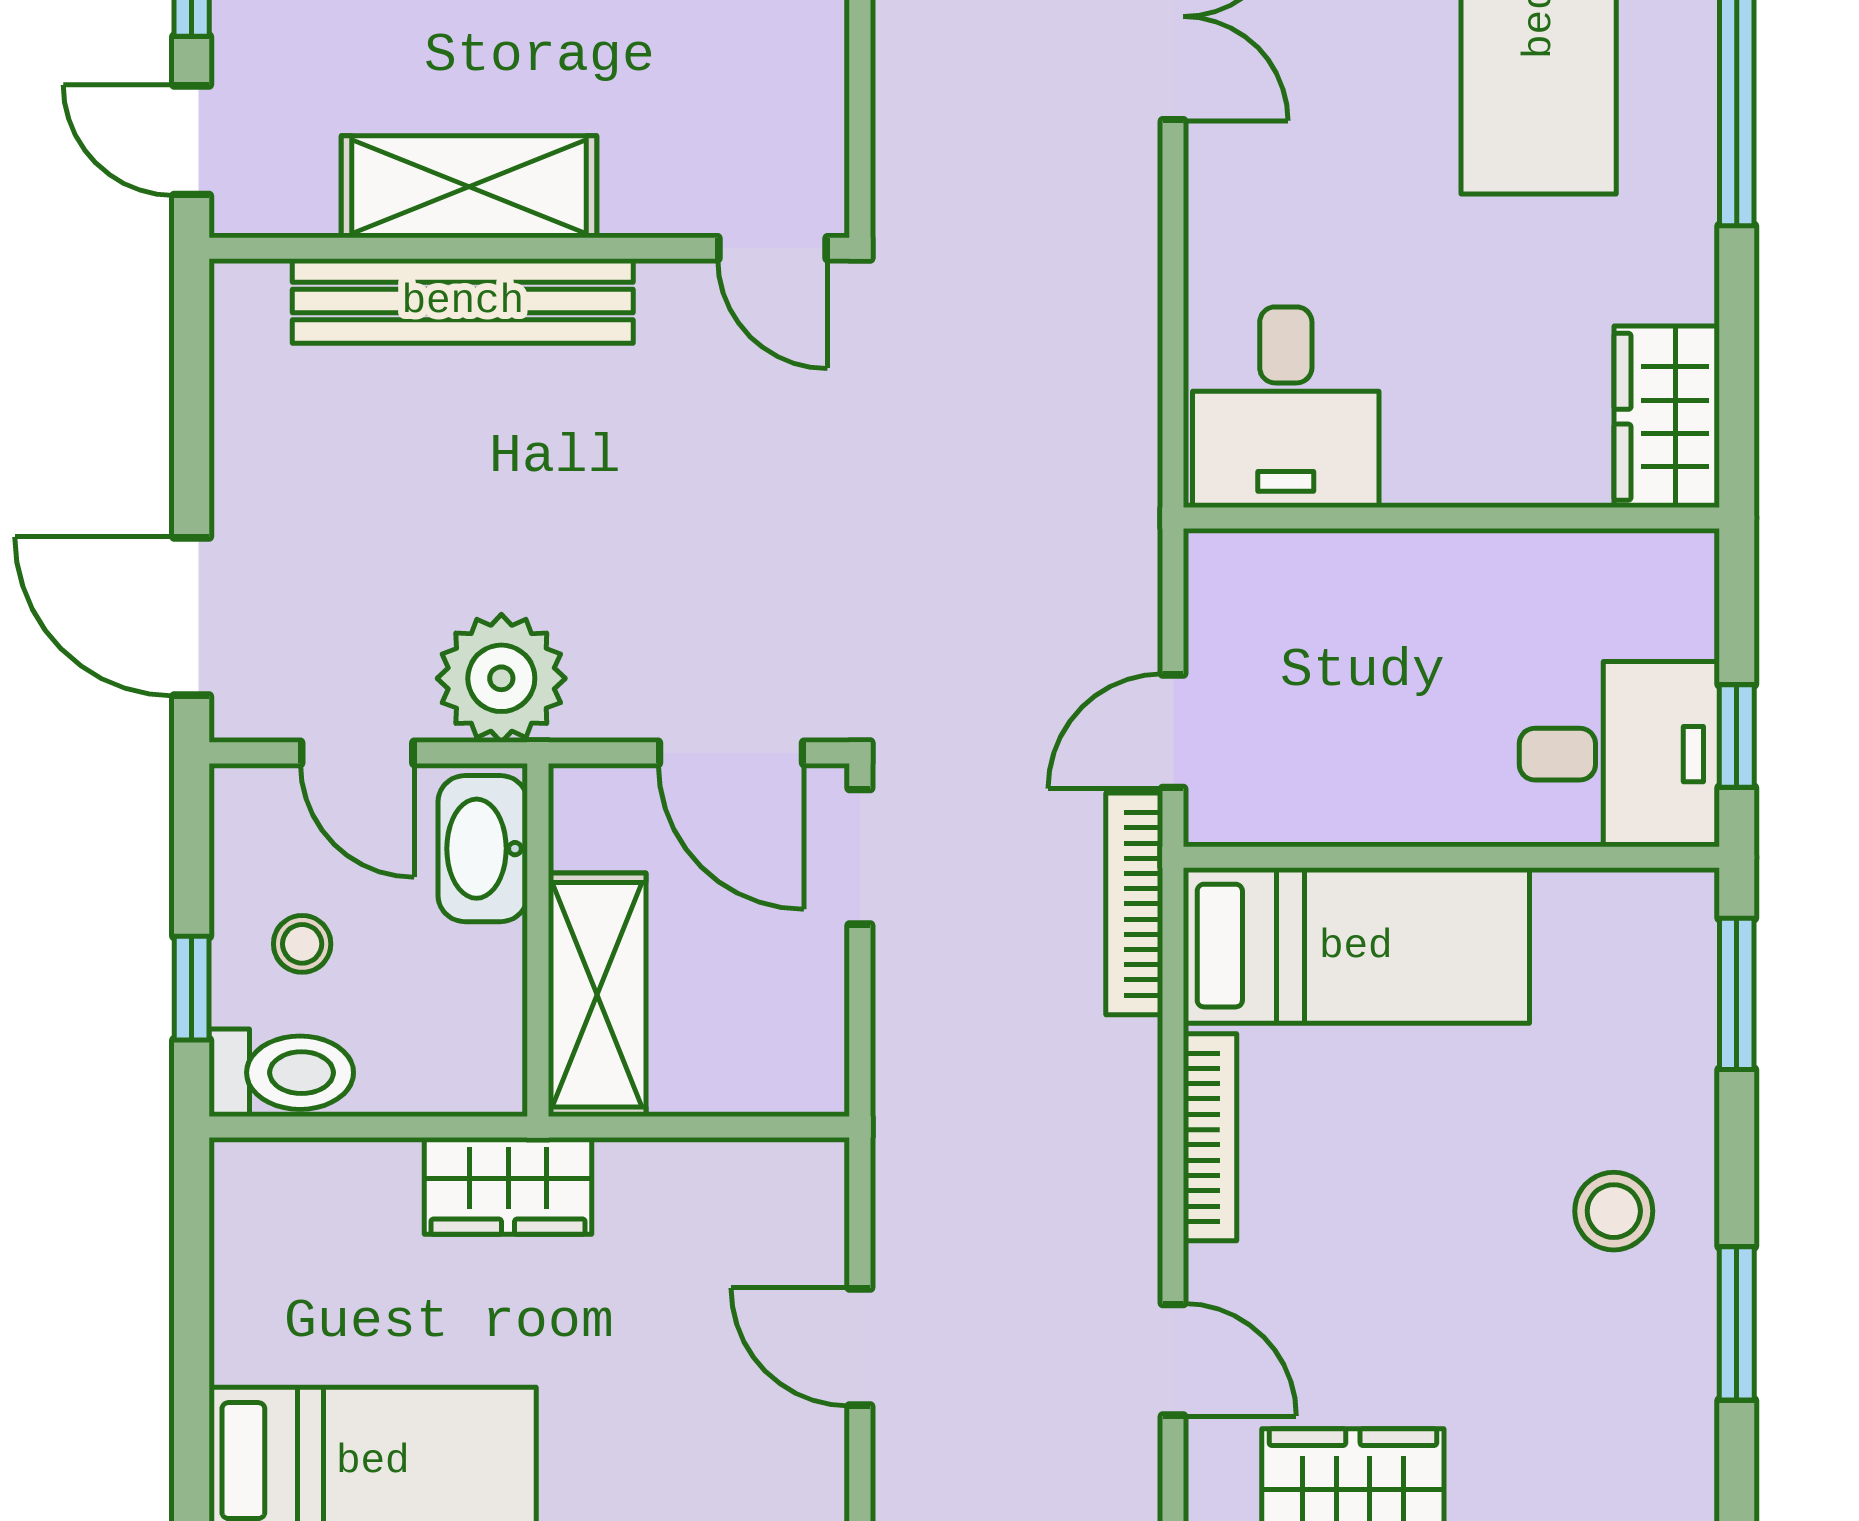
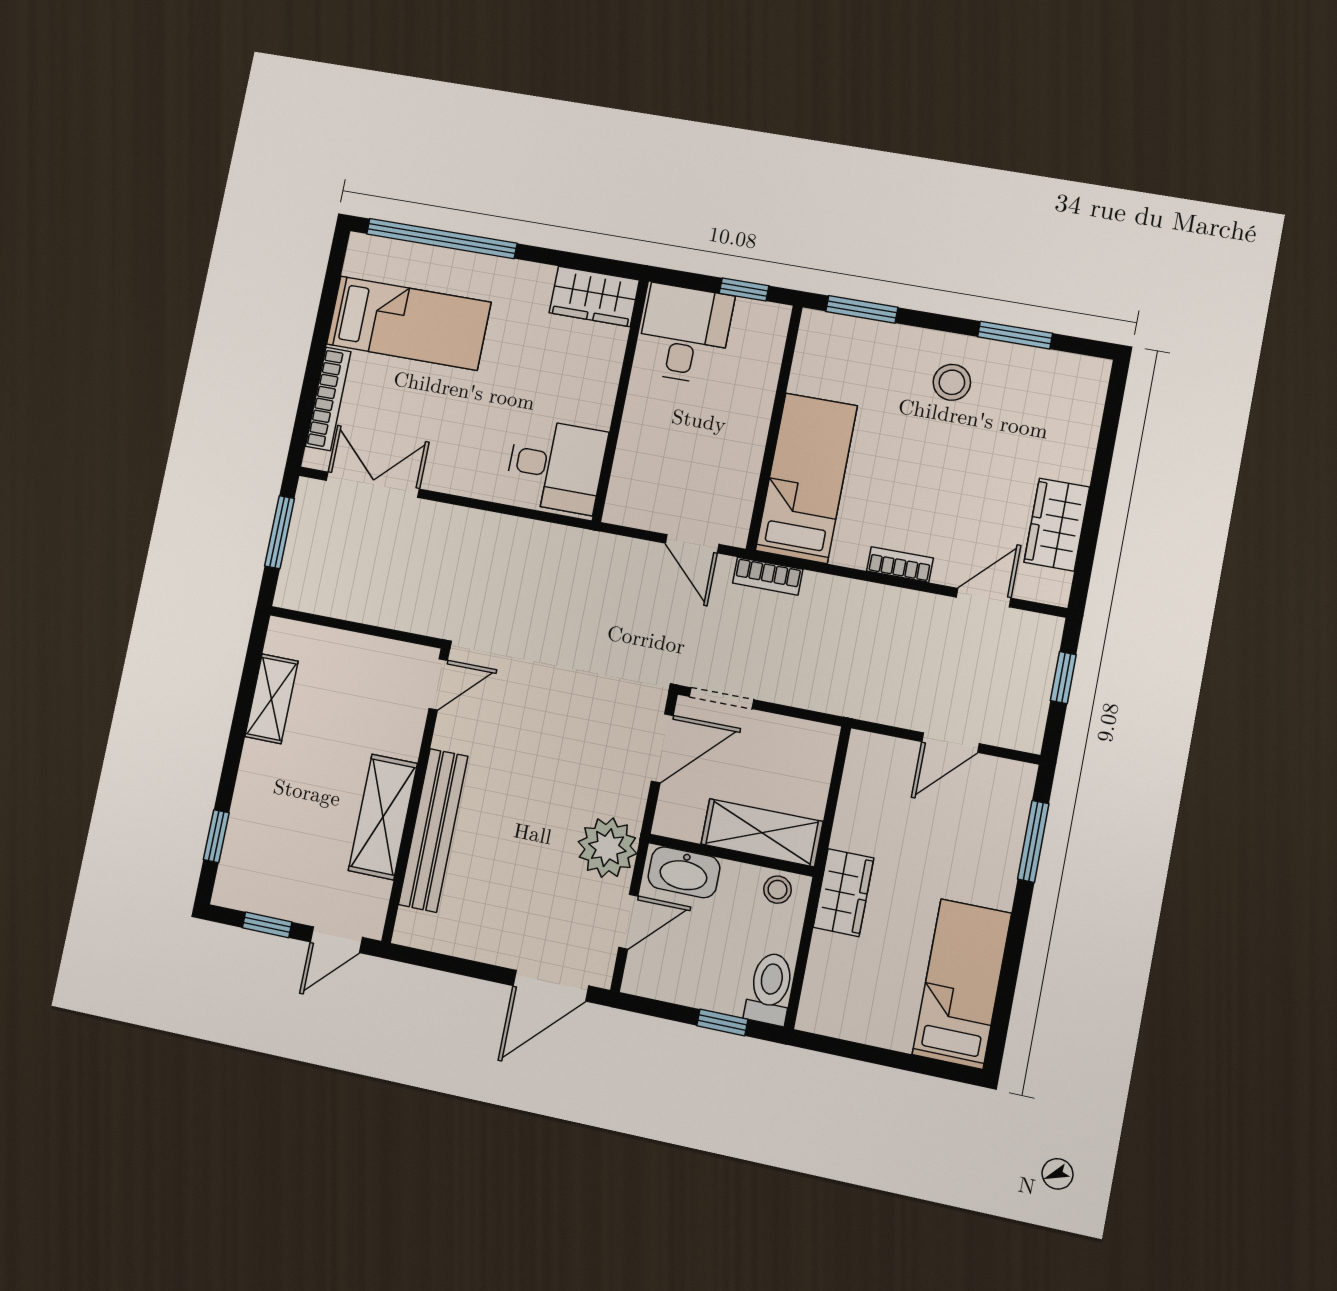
desk: (1619, 754) -> (685, 334), moved
bookcase: (1134, 904) -> (768, 576), width x0.64
stool: (302, 944) -> (778, 890), moved
bookcase: (1210, 1137) -> (900, 564), width x0.64

